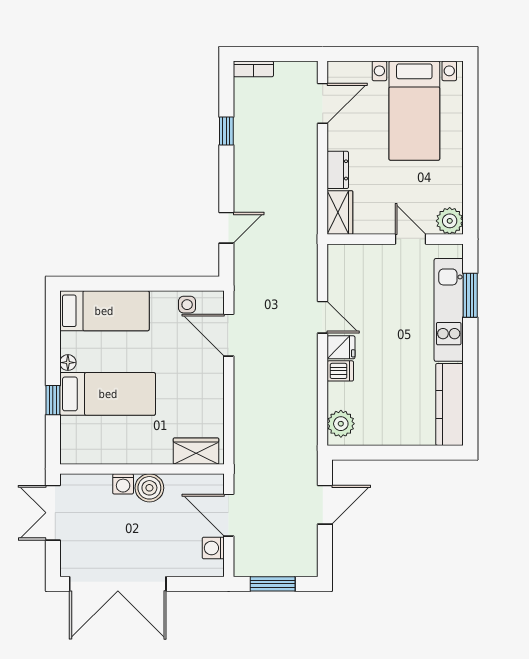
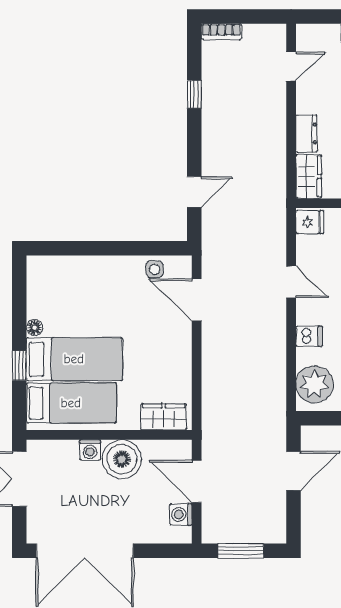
door: (323, 103) -> (291, 66), width x0.73
bed: (104, 311) -> (71, 403), moved
fridge: (341, 347) -> (310, 222), moved
plant: (341, 424) -> (314, 384), width x1.36, depth x1.36
boiler: (149, 488) -> (122, 459), width x1.37, depth x1.37

